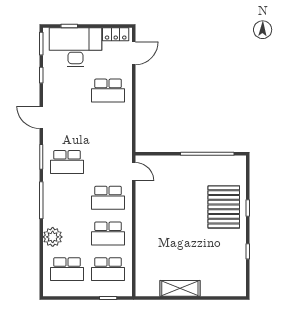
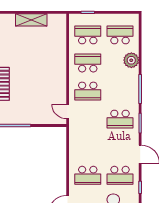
school desk: (67, 91) -> (120, 175), added
school desk: (108, 91) -> (88, 175), turned 180
school desk: (67, 162) -> (120, 119), turned 180
school desk: (108, 198) -> (88, 91), turned 180

